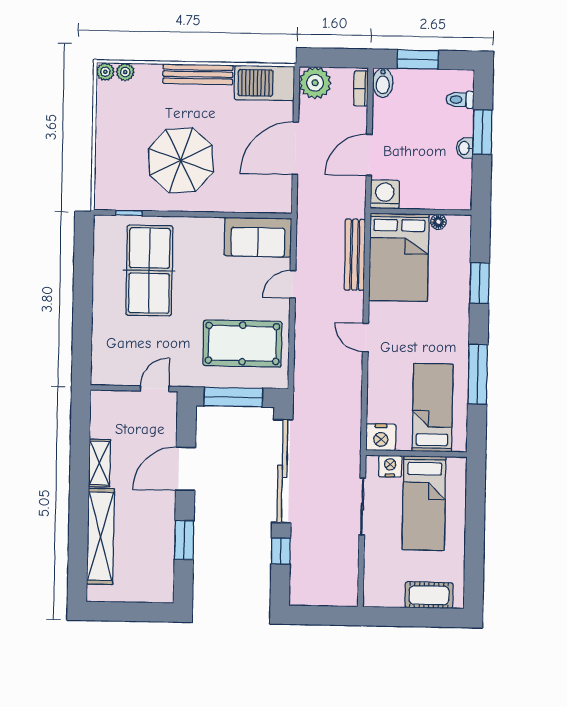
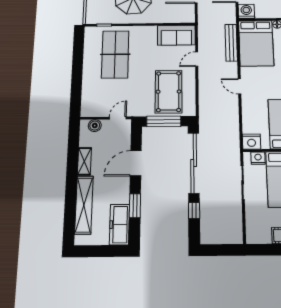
pool table: (242, 343) -> (169, 92), turned 90
boiler: (116, 401) -> (95, 126), added
freezer: (159, 570) -> (119, 225), added

